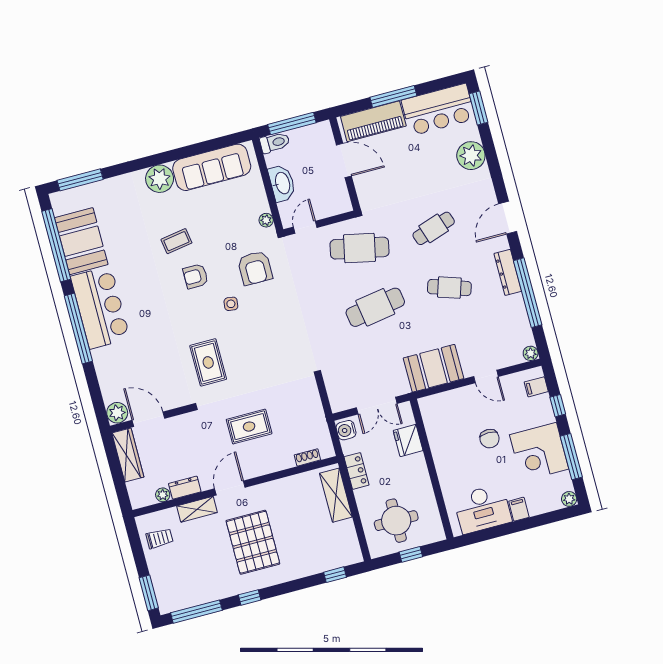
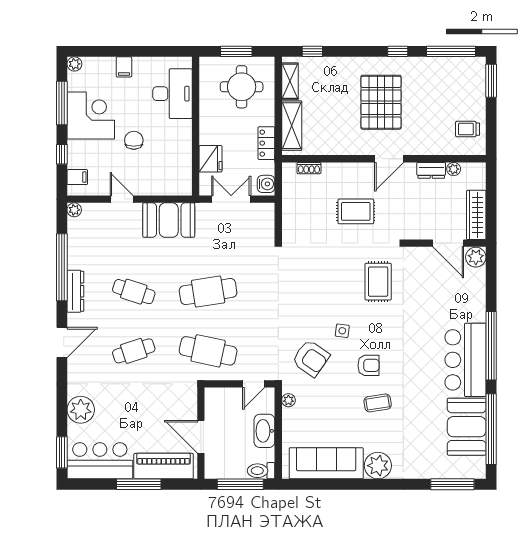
armchair: (255, 268) -> (311, 358), turned 125
shelving: (197, 509) -> (290, 81), moved, turned 90
desk: (482, 509) -> (172, 94), moved, turned 90
window: (411, 554) -> (236, 51), width x1.50

